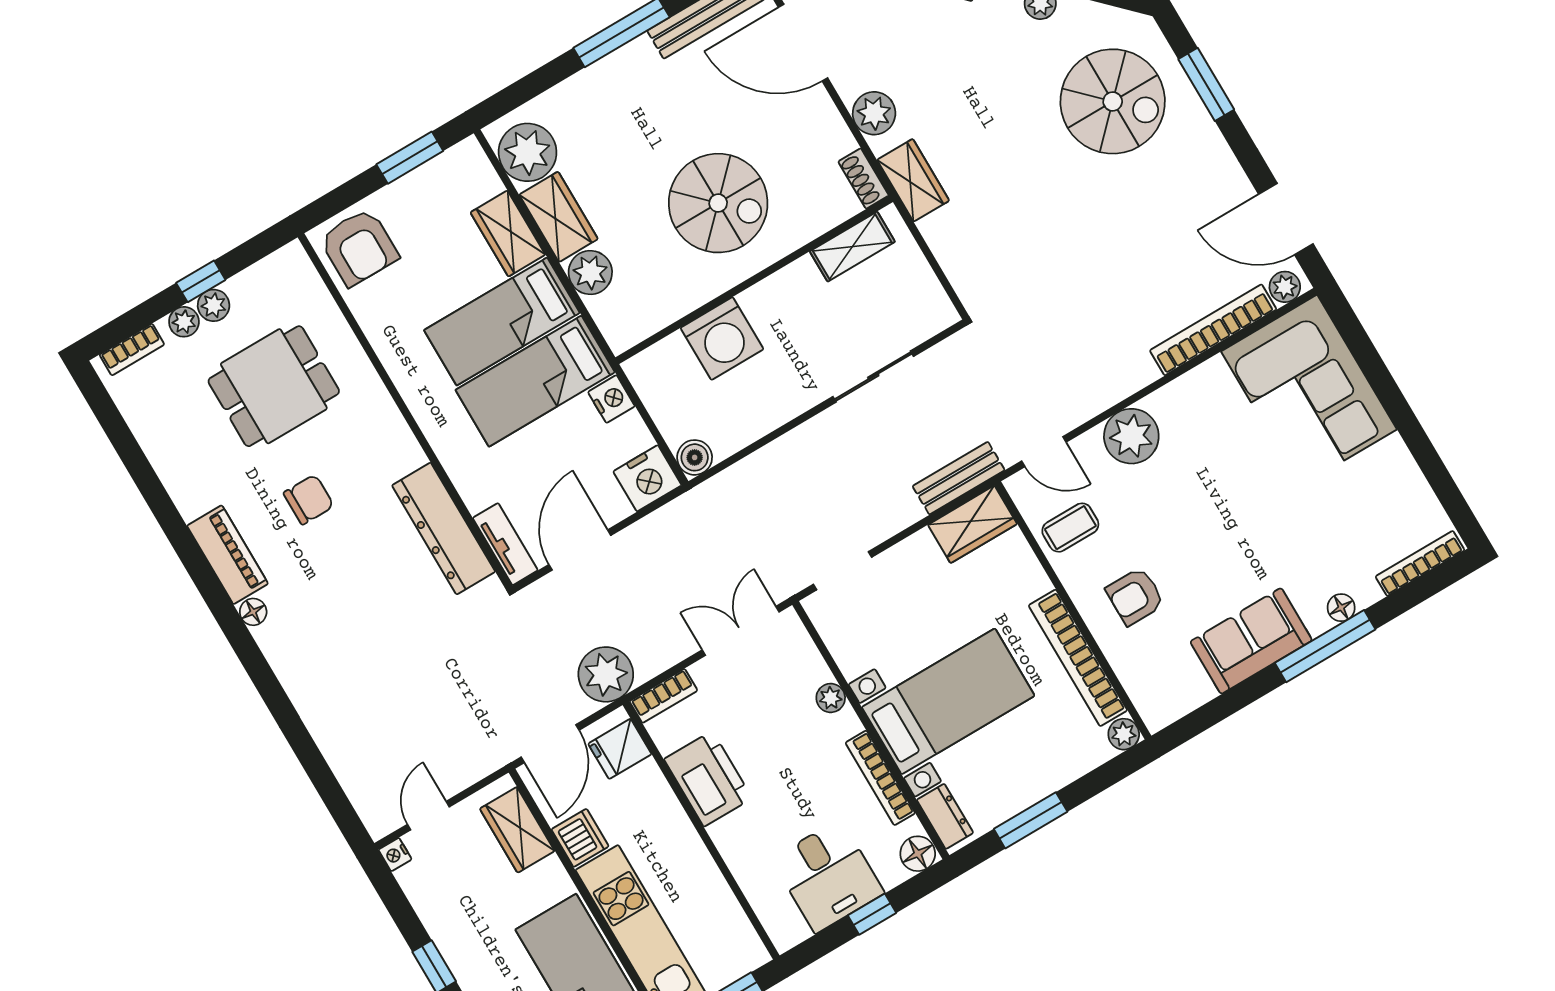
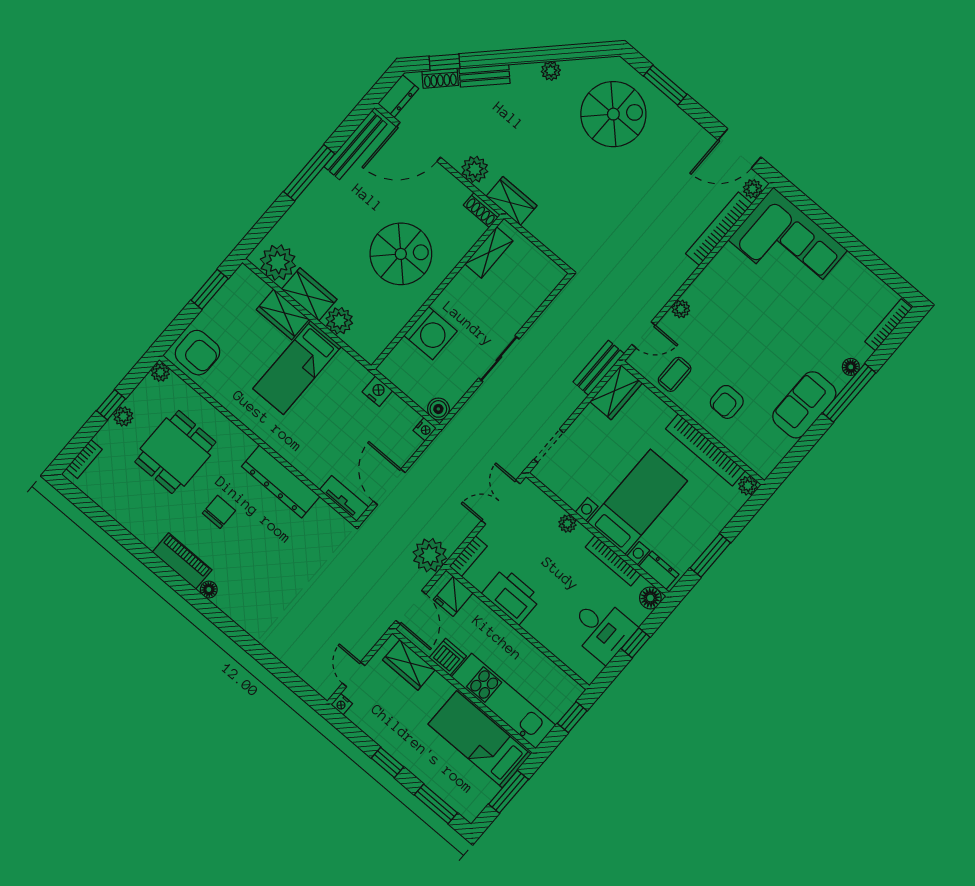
plant: (184, 322) -> (160, 372), moved
sliding door: (873, 376) -> (499, 359), moved
bed: (535, 381) -> (329, 396), removed
plant: (1131, 436) -> (681, 309), width x0.53, depth x0.53
nightstand: (647, 478) -> (425, 429), width x0.53, depth x0.56
dresser: (444, 529) -> (281, 481), moved

